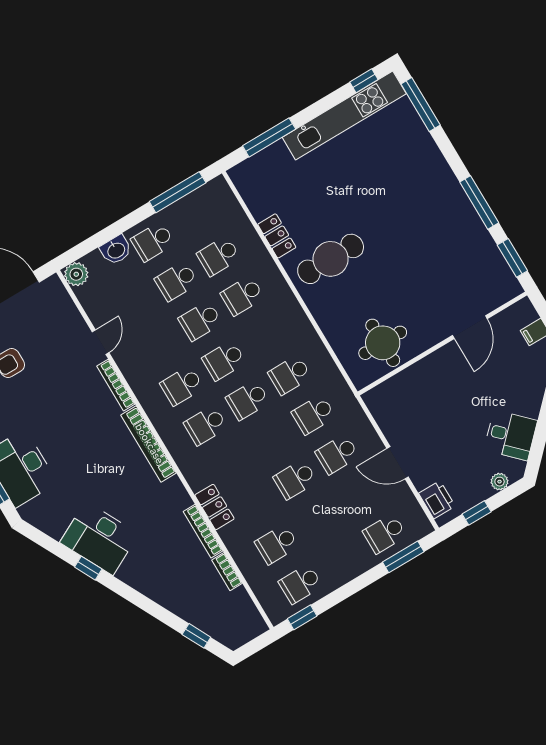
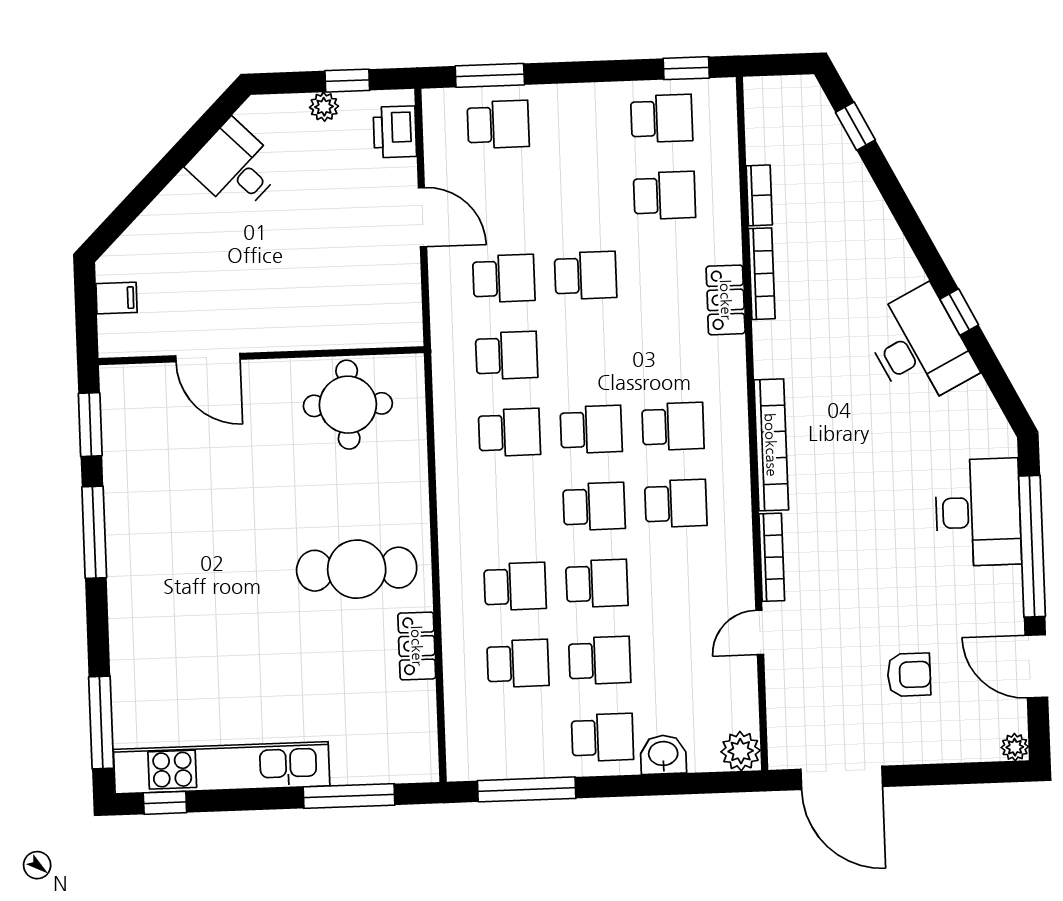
door: (470, 327) -> (208, 358), swing flipped
plant: (500, 482) -> (324, 107), moved

